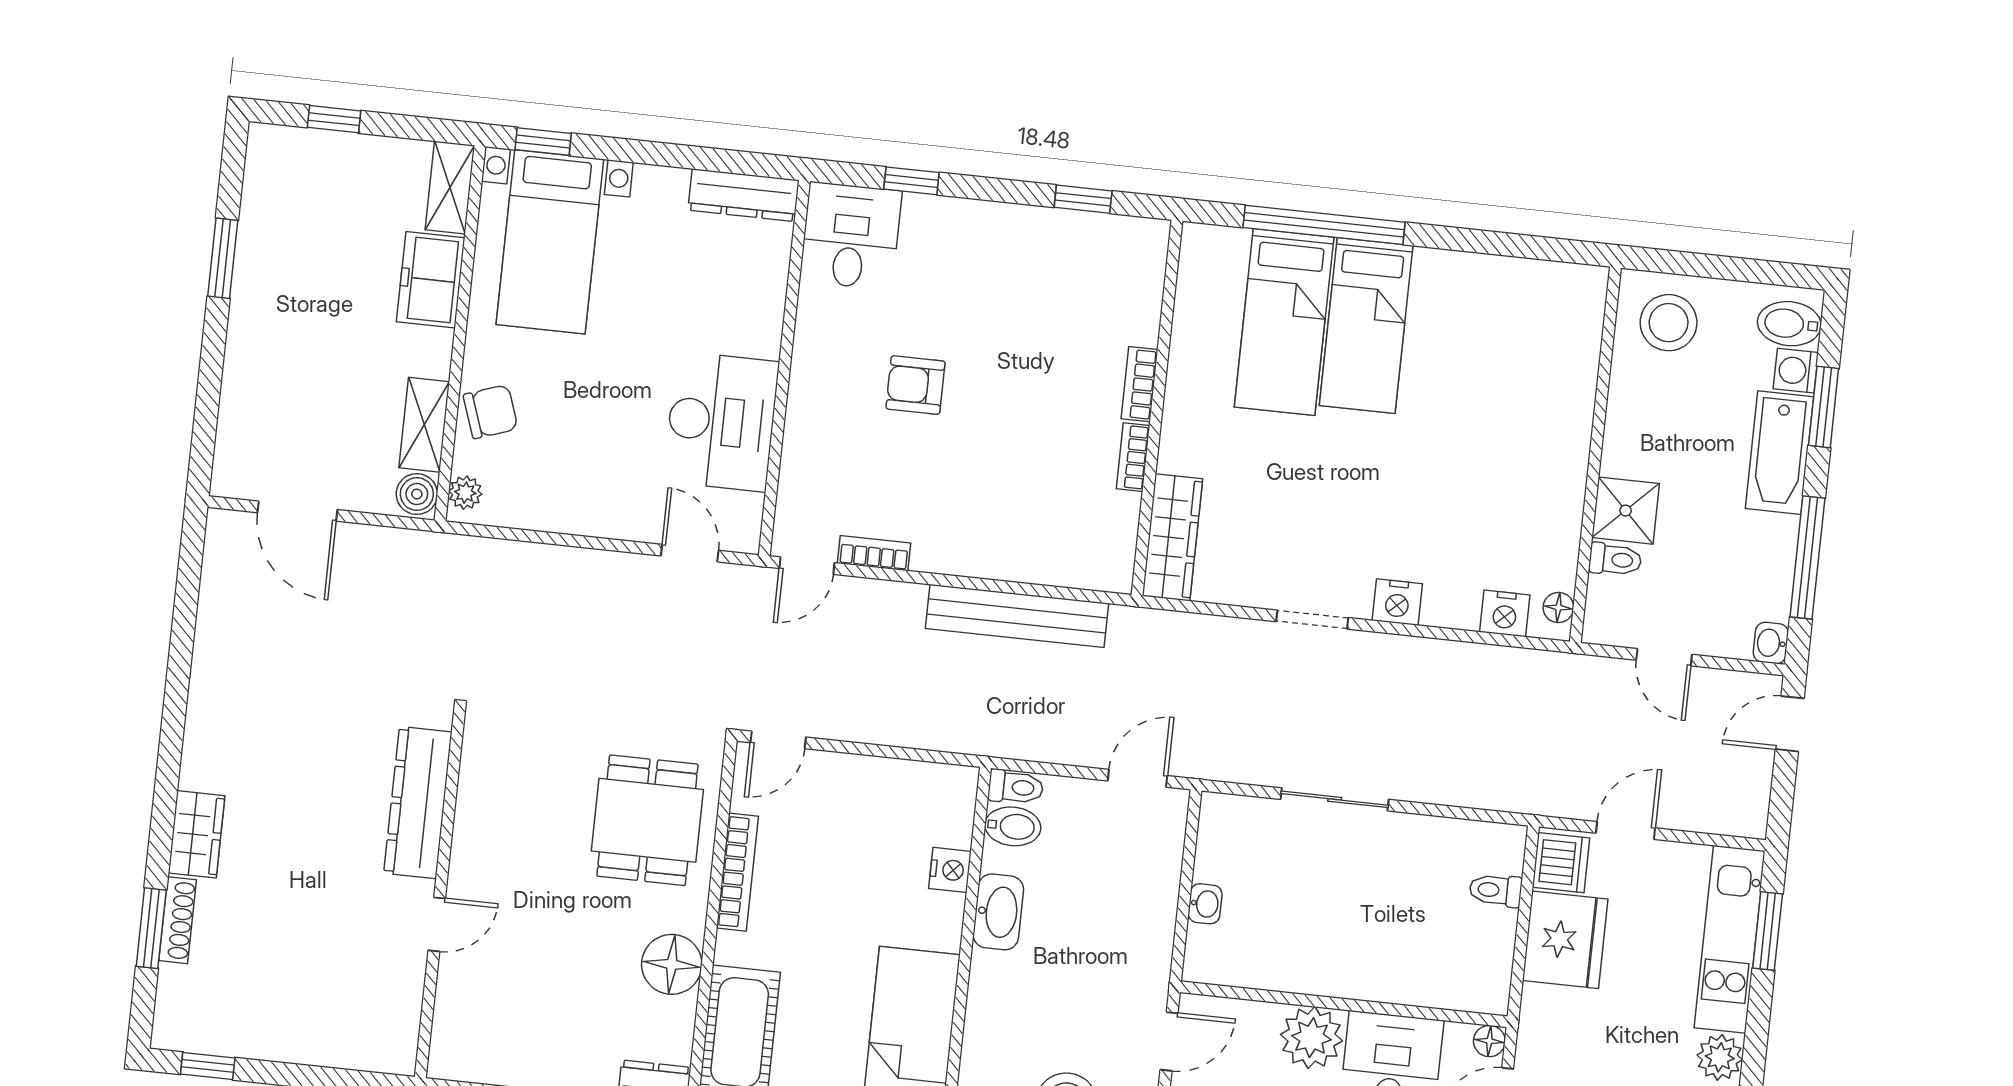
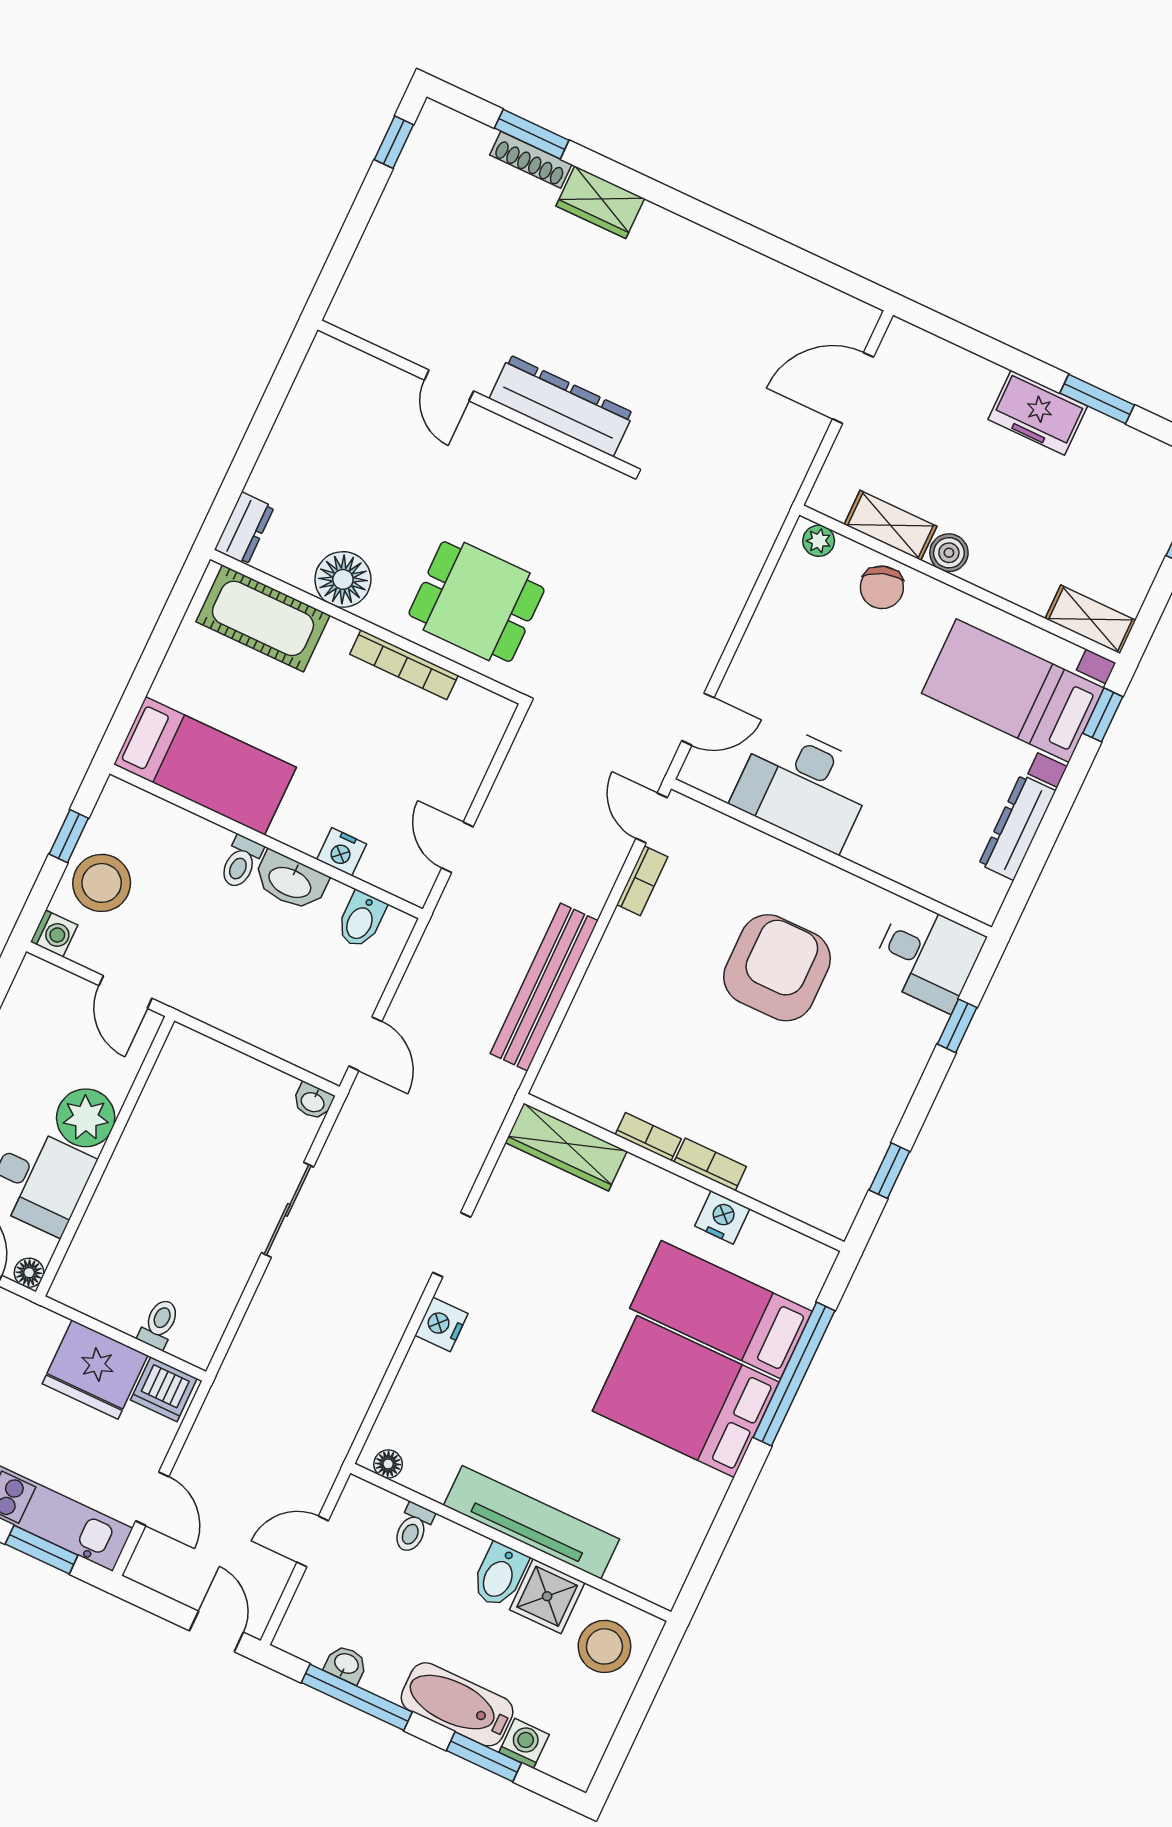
dresser: (744, 195) -> (1017, 827), moved
freezer: (431, 280) -> (1038, 413), moved, turned 180
bidet: (1789, 324) -> (499, 1575), moved, turned 180
bed: (1366, 326) -> (686, 1397), width x1.50
armchair: (915, 385) -> (777, 968), width x1.88, depth x1.88
tv unit: (1567, 441) -> (531, 1522), added
boiler: (417, 494) -> (949, 553), moved
shower: (1626, 511) -> (547, 1596), moved
nightstand: (1505, 614) -> (722, 1217), moved, turned 90
washbasin: (1771, 643) -> (346, 1664), moved
door: (778, 740) -> (457, 847), moved
toilet: (1016, 787) -> (241, 862), moved
door: (1626, 830) -> (152, 1499), moved
washbasin: (1205, 904) -> (313, 1101), moved

